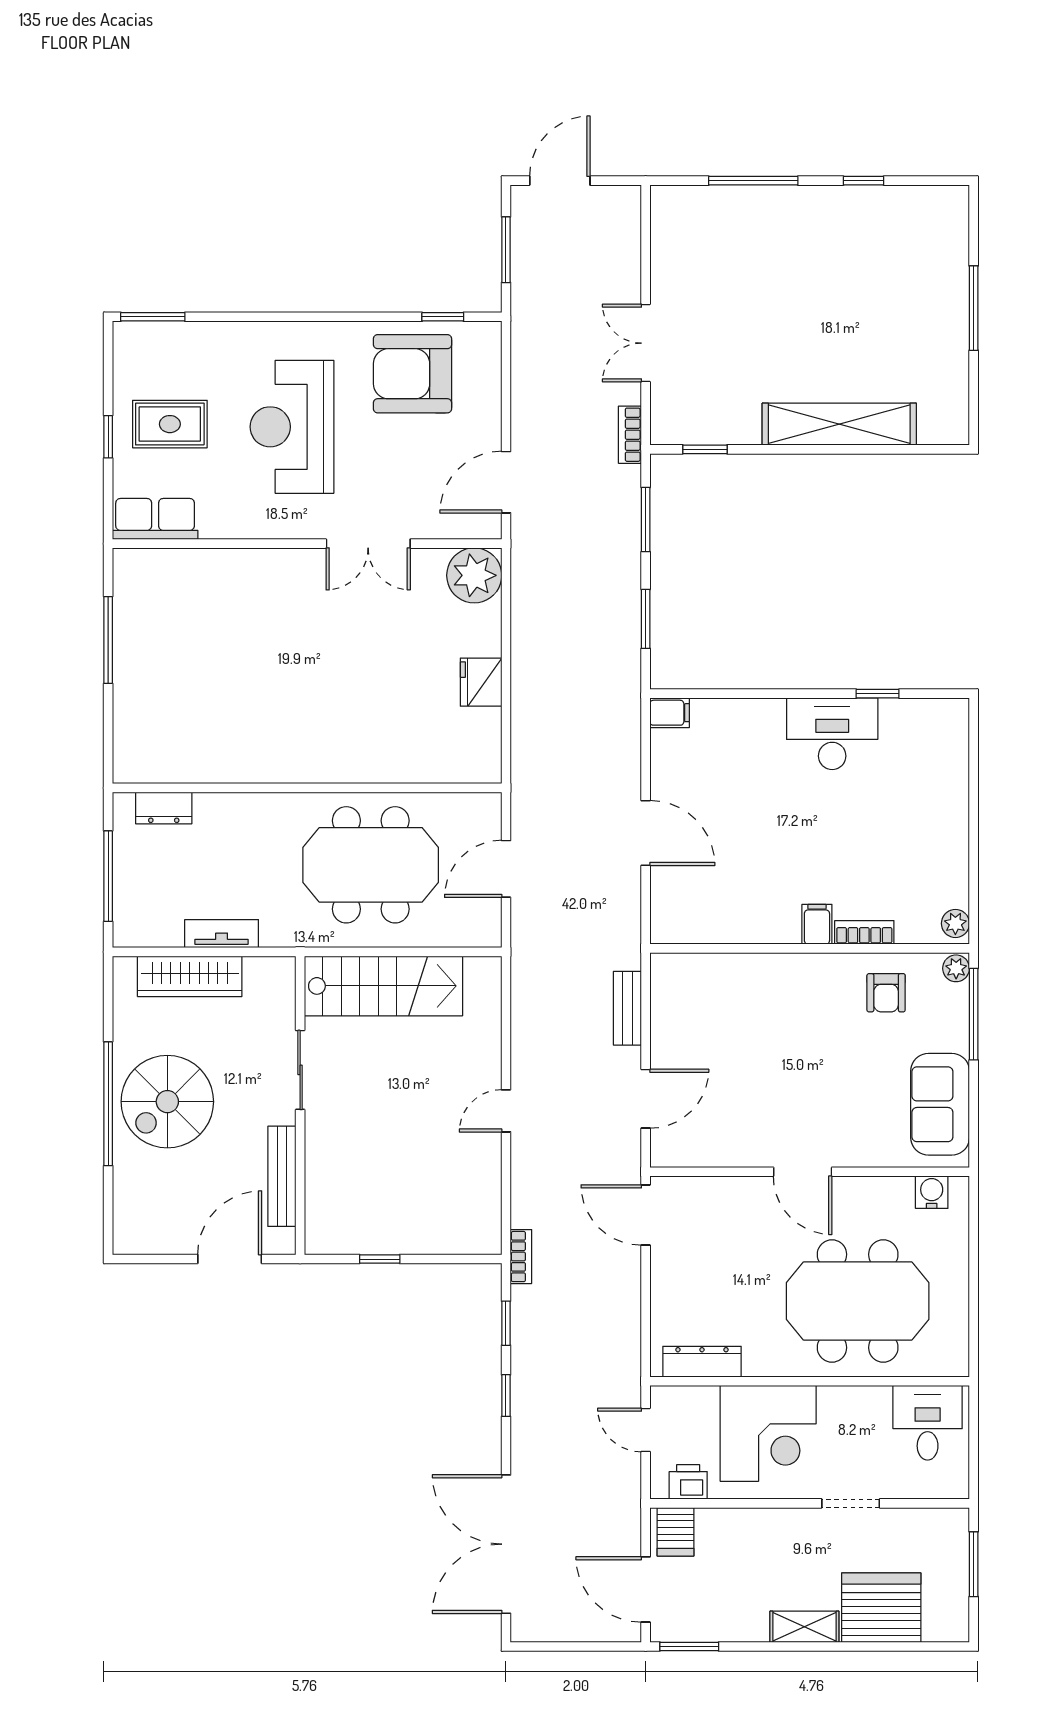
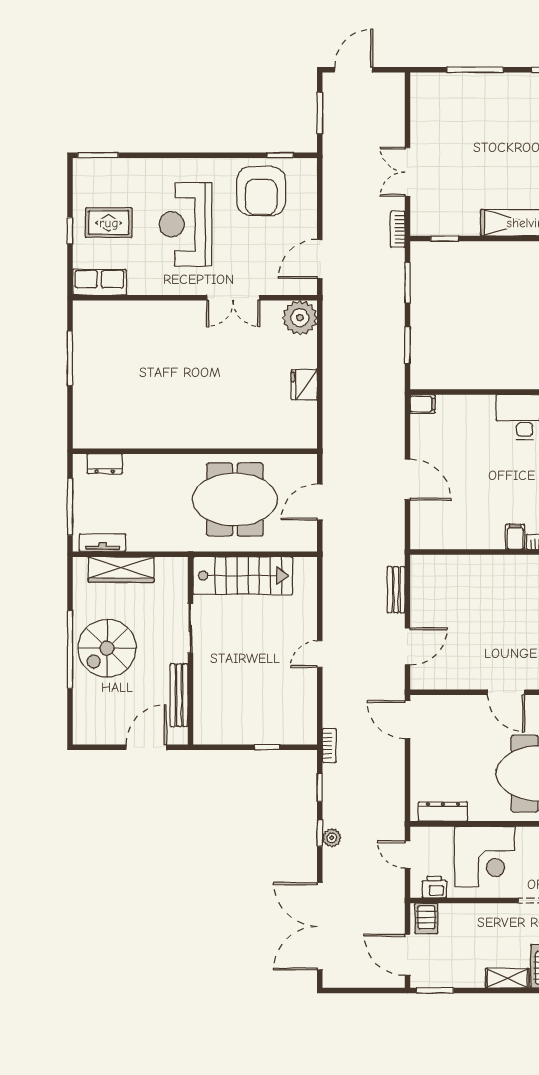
armchair: (413, 374) -> (261, 191), turned -90
tv unit: (222, 934) -> (102, 543), moved
window: (380, 1259) -> (267, 747), moved
plant: (525, 1403) -> (332, 838), added

